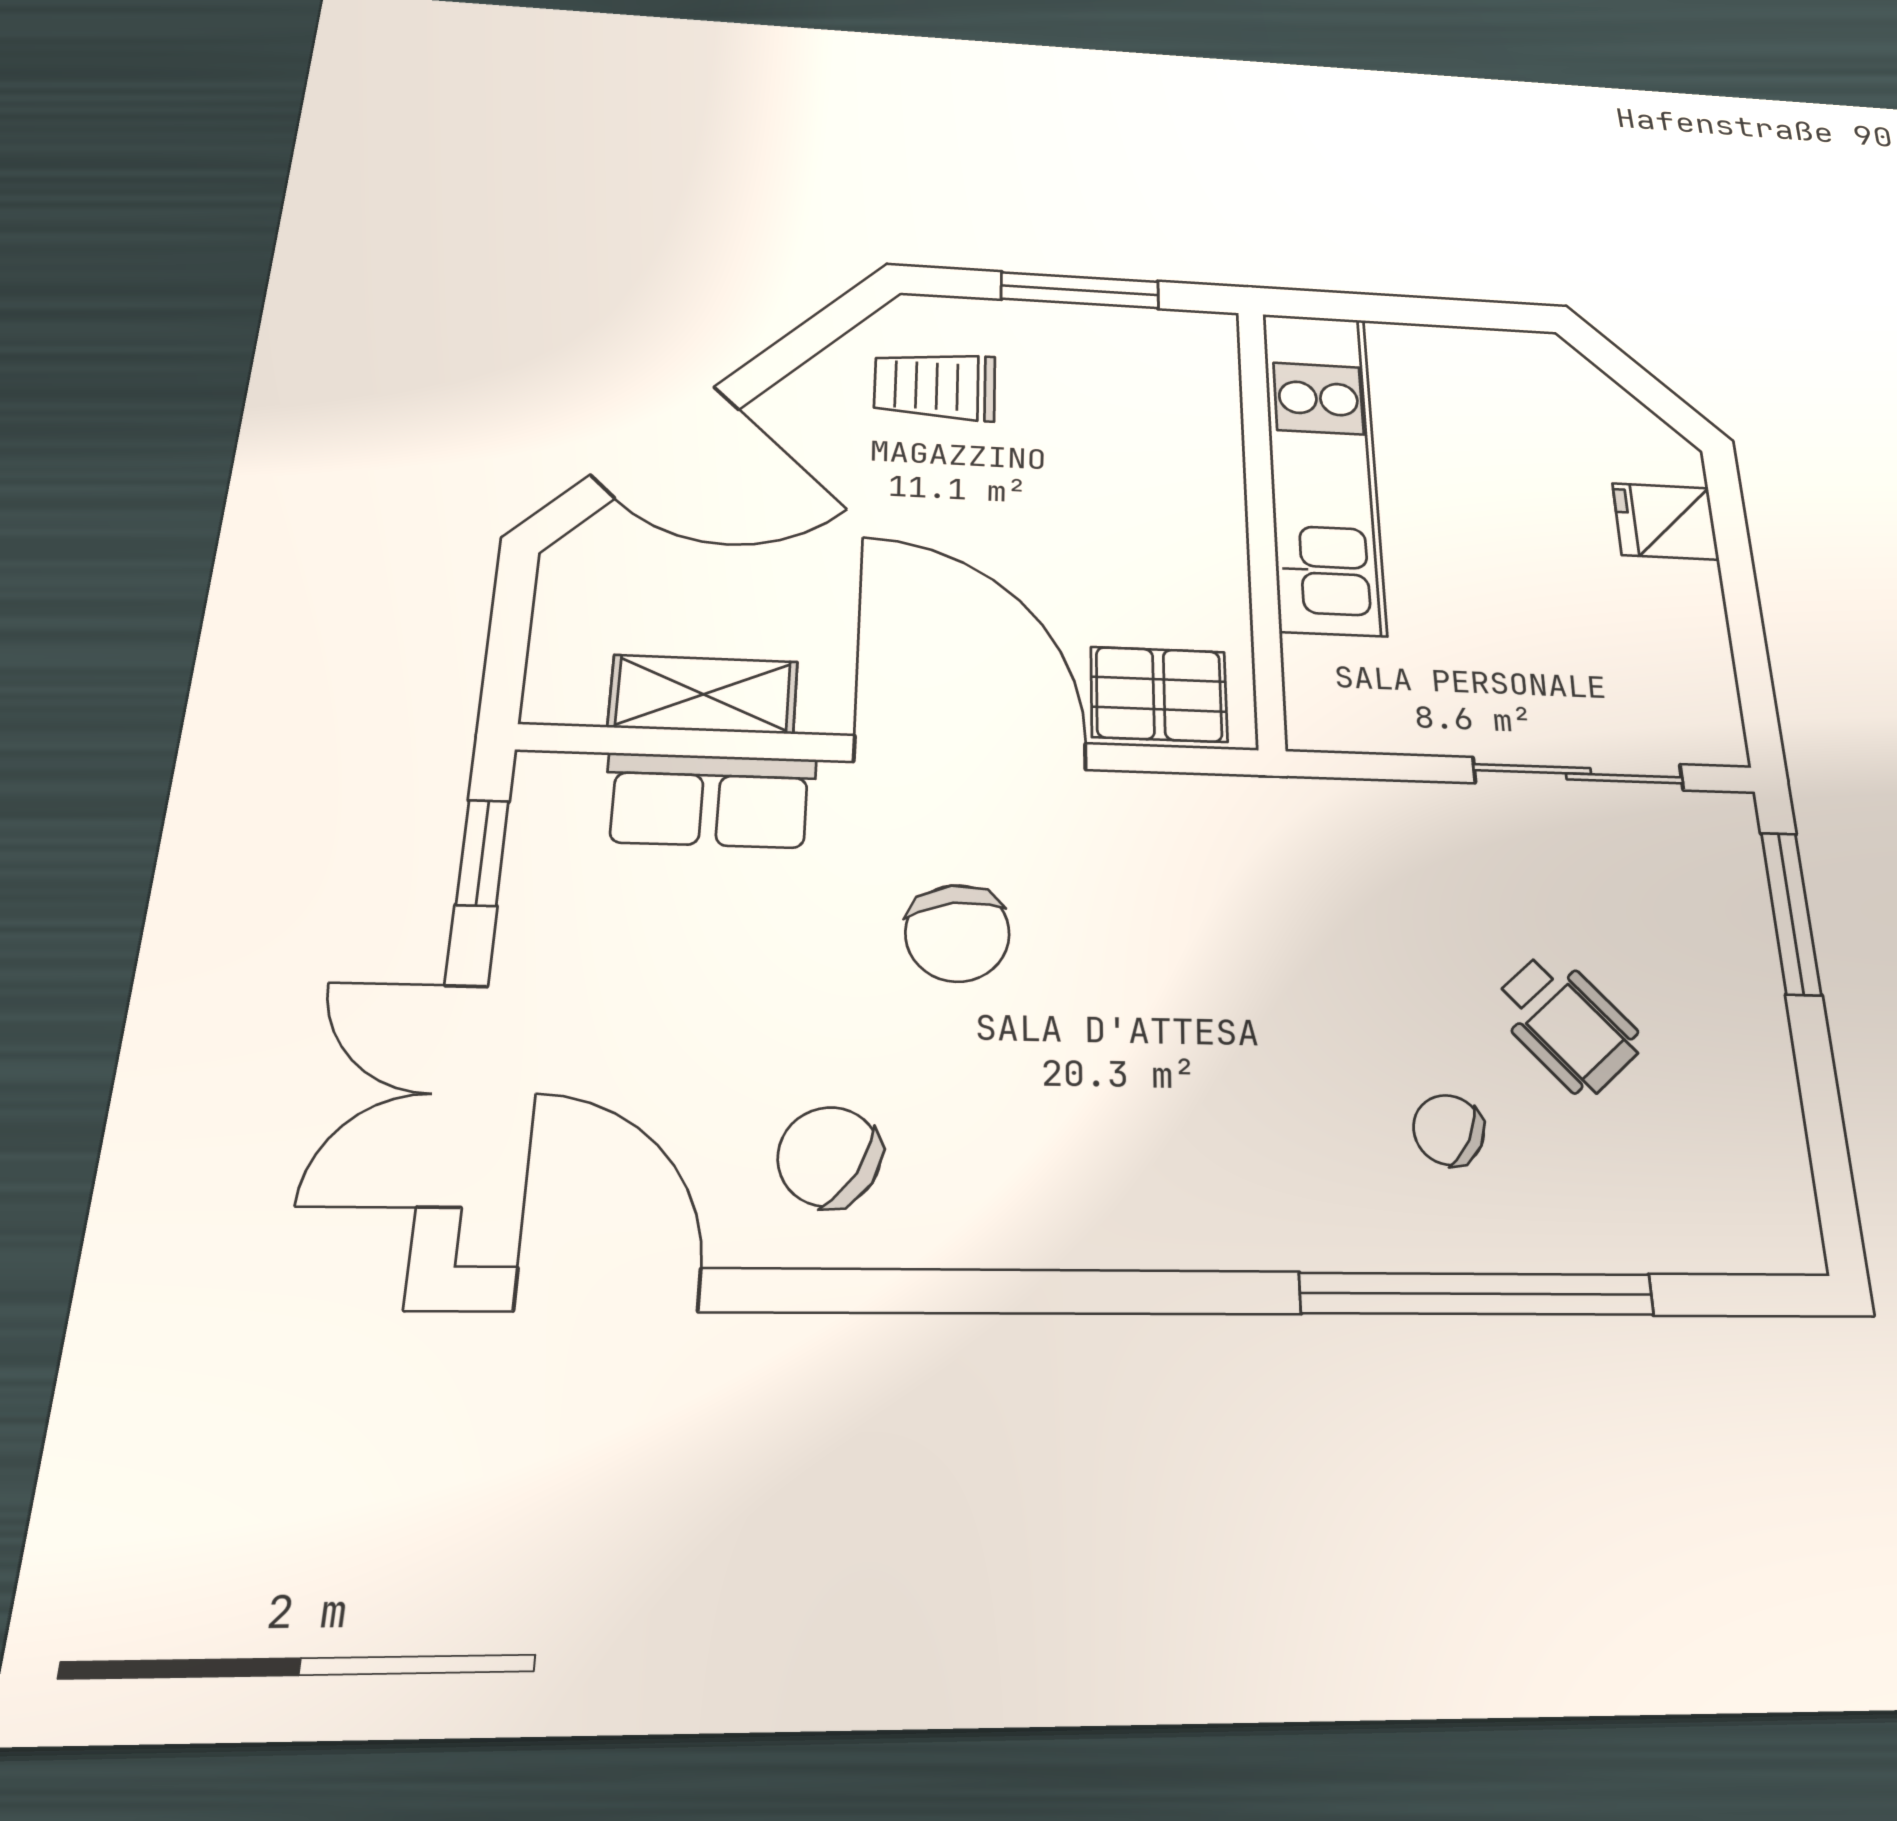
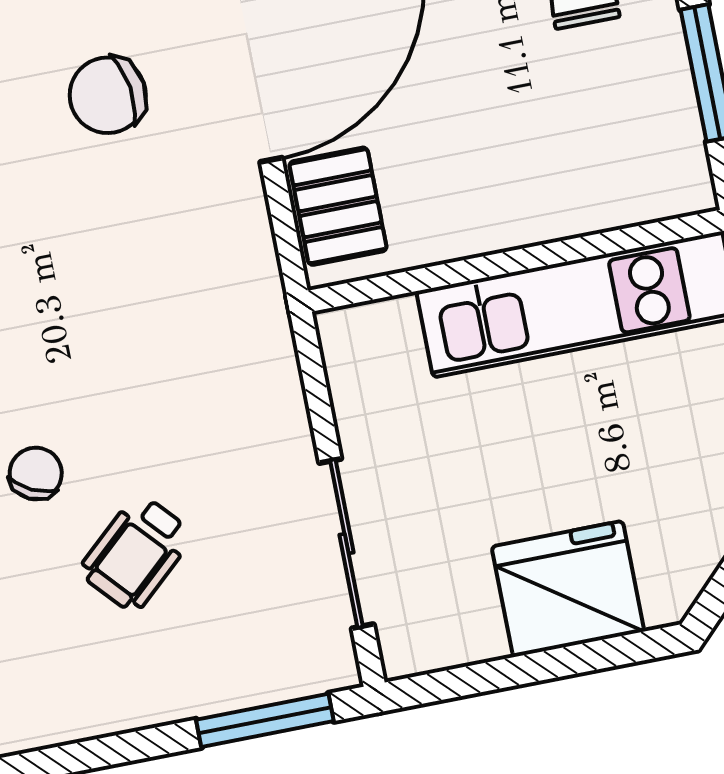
fridge: (1665, 521) -> (568, 589), width x1.88, depth x1.34

